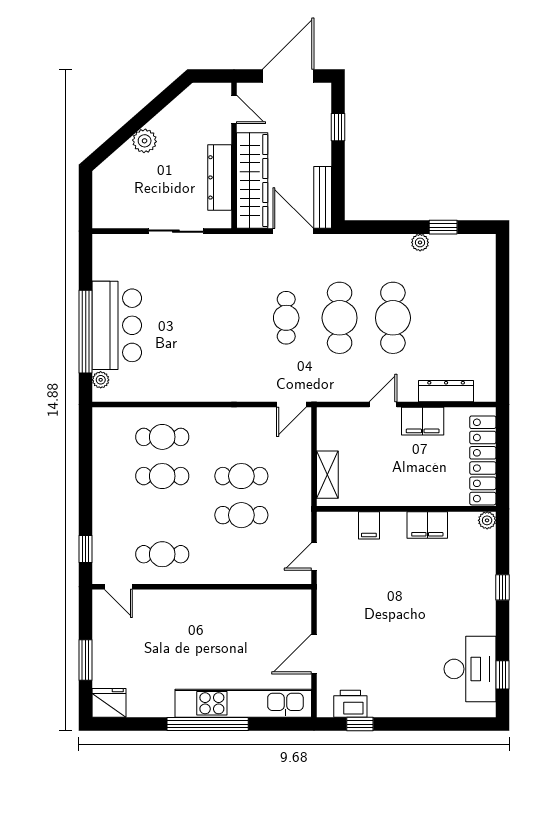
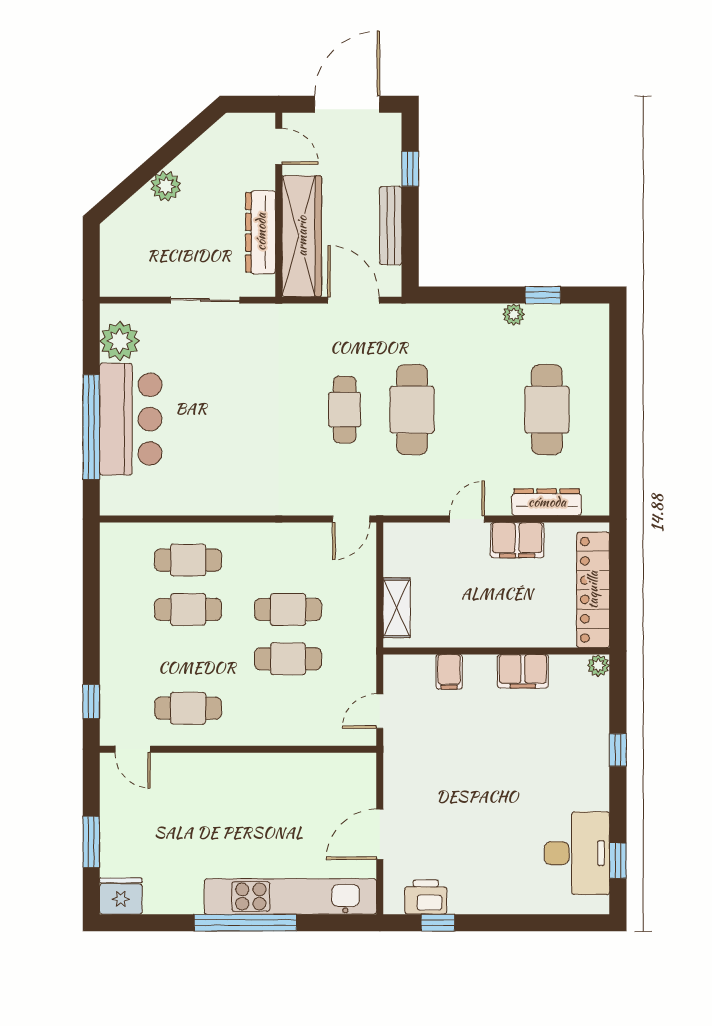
bench: (323, 197) -> (391, 226), moved
cafe table: (393, 318) -> (547, 410), moved
plant: (101, 380) -> (120, 341), moved, width x1.88, depth x1.88

